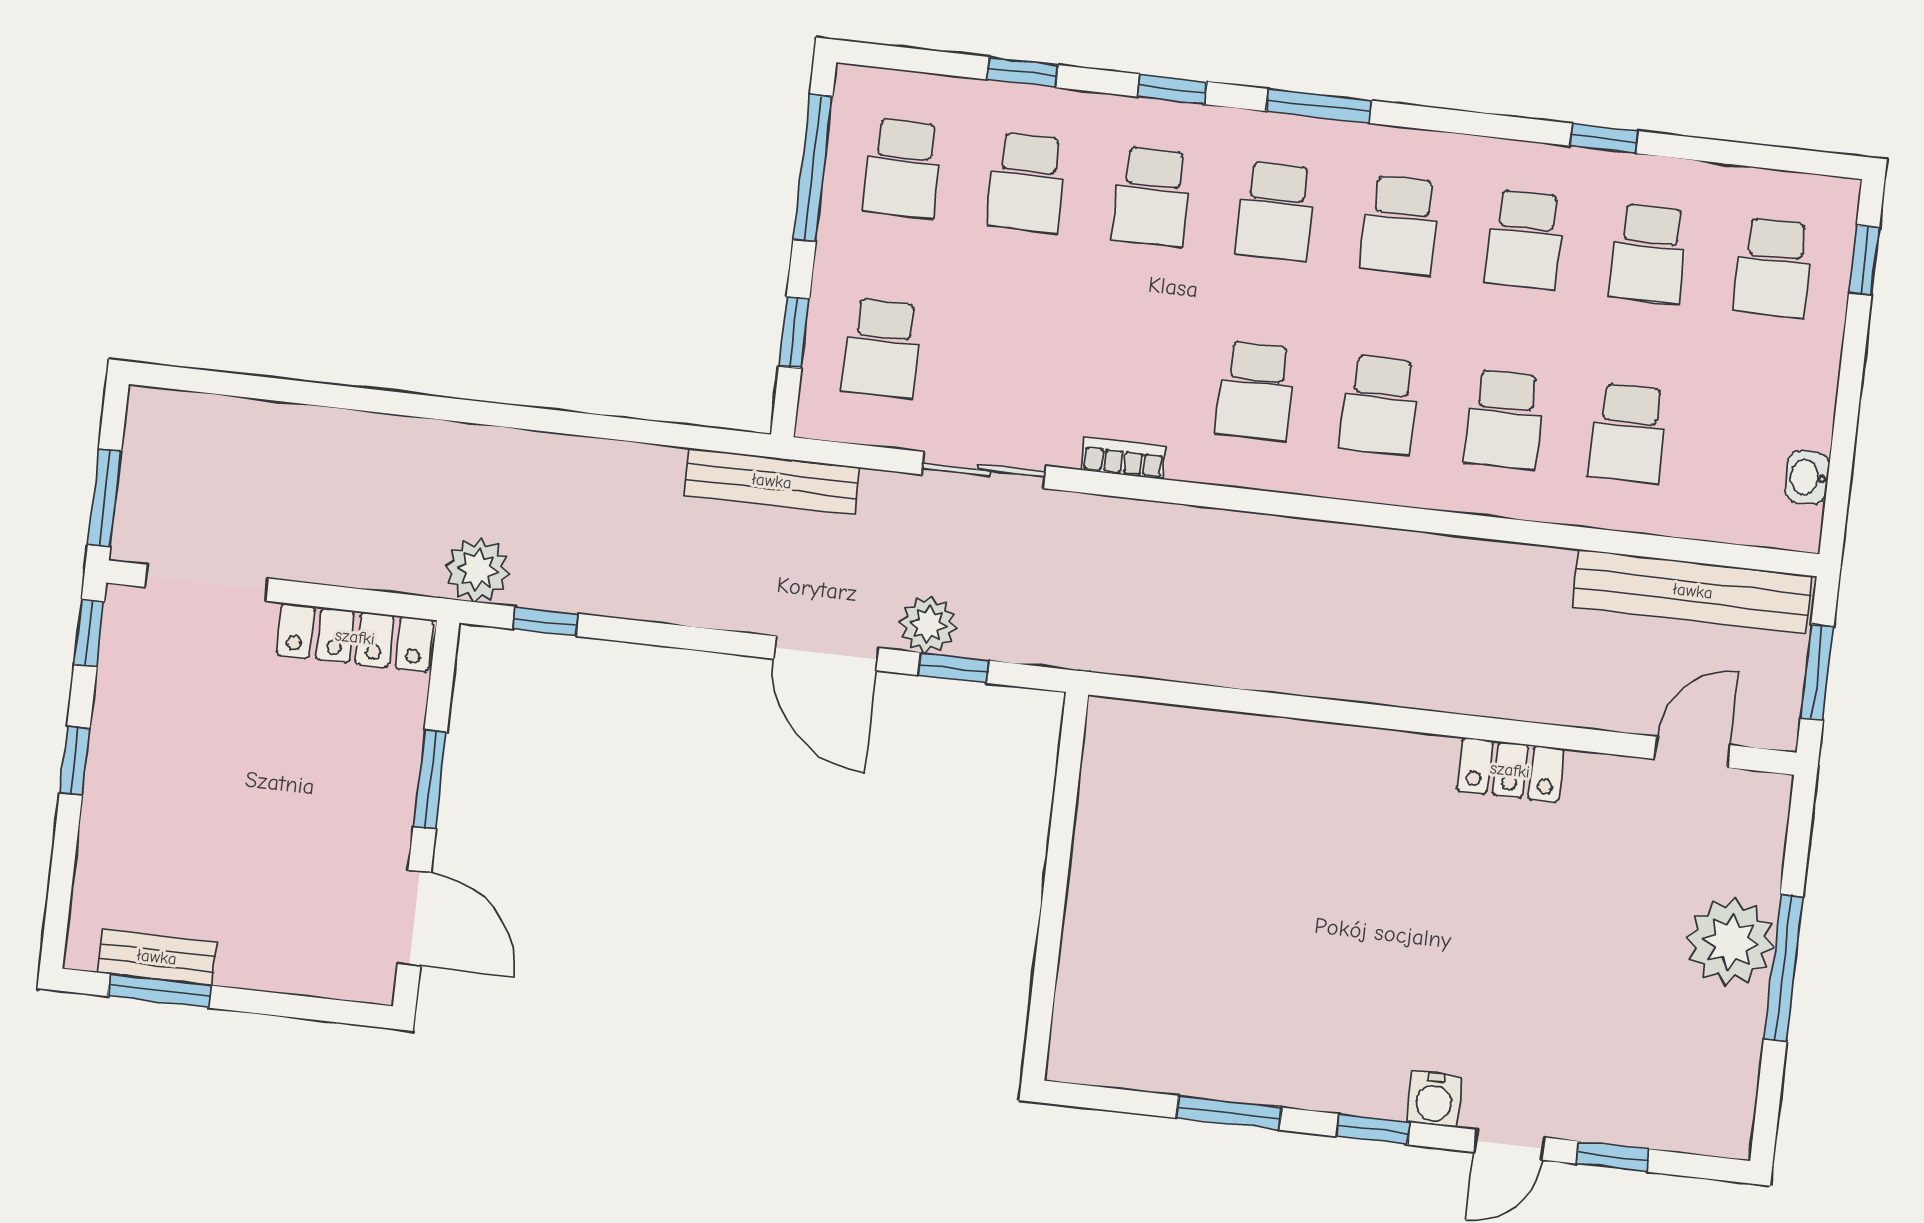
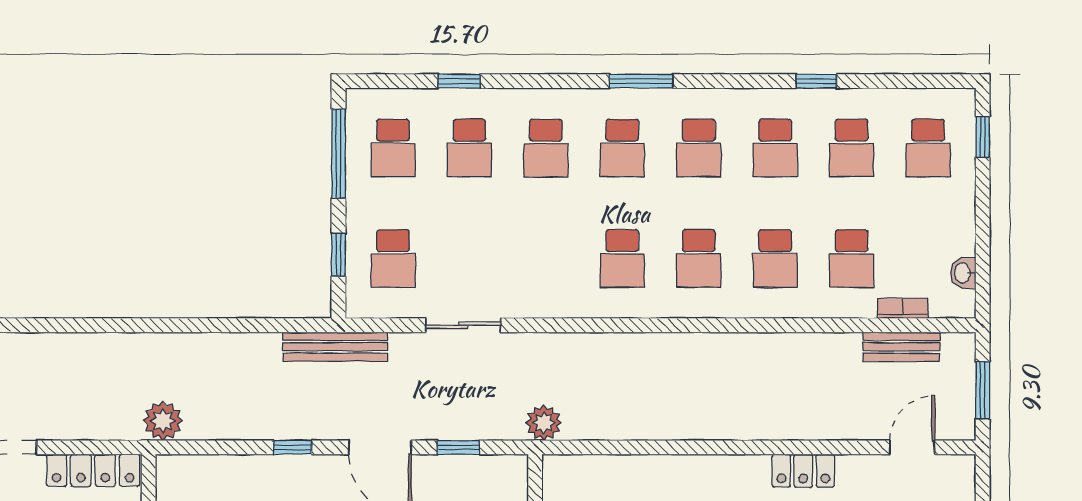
window: (1172, 89) -> (551, 81), removed
bookcase: (1124, 458) -> (903, 308), moved
bench: (1693, 591) -> (901, 347), width x0.54, depth x0.82
window: (546, 621) -> (293, 447), moved
plant: (928, 625) -> (544, 423), moved

